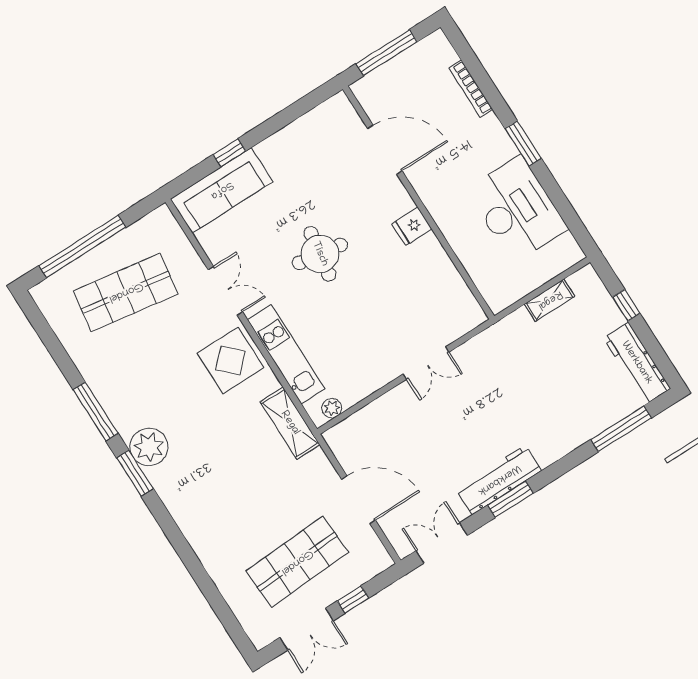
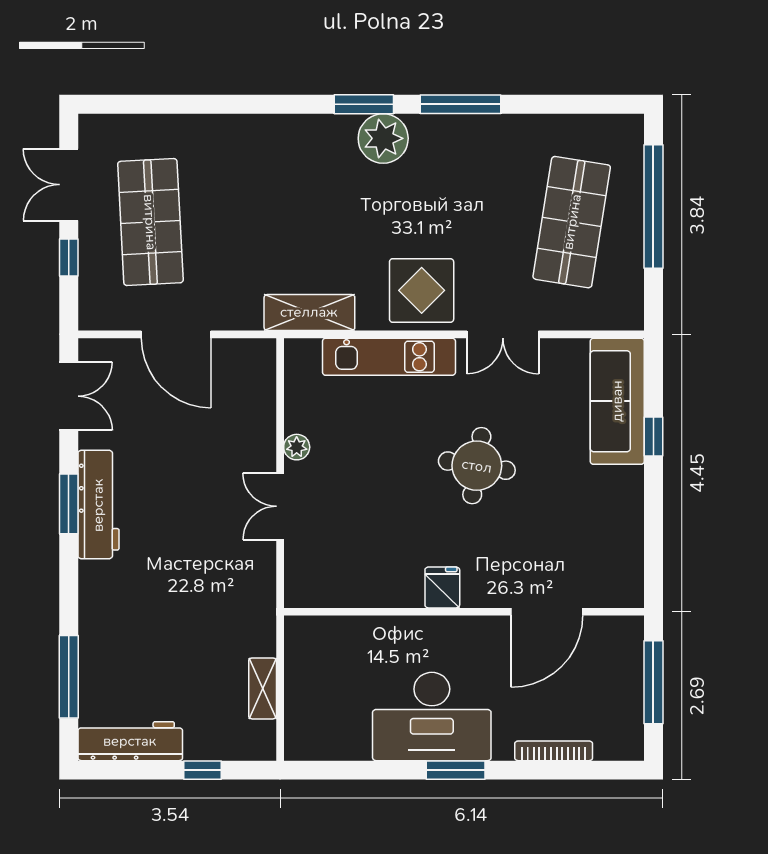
desk: (517, 209) -> (432, 716), moved
plant: (332, 408) -> (297, 447), moved
door: (358, 500) -> (176, 334), hinge flipped

